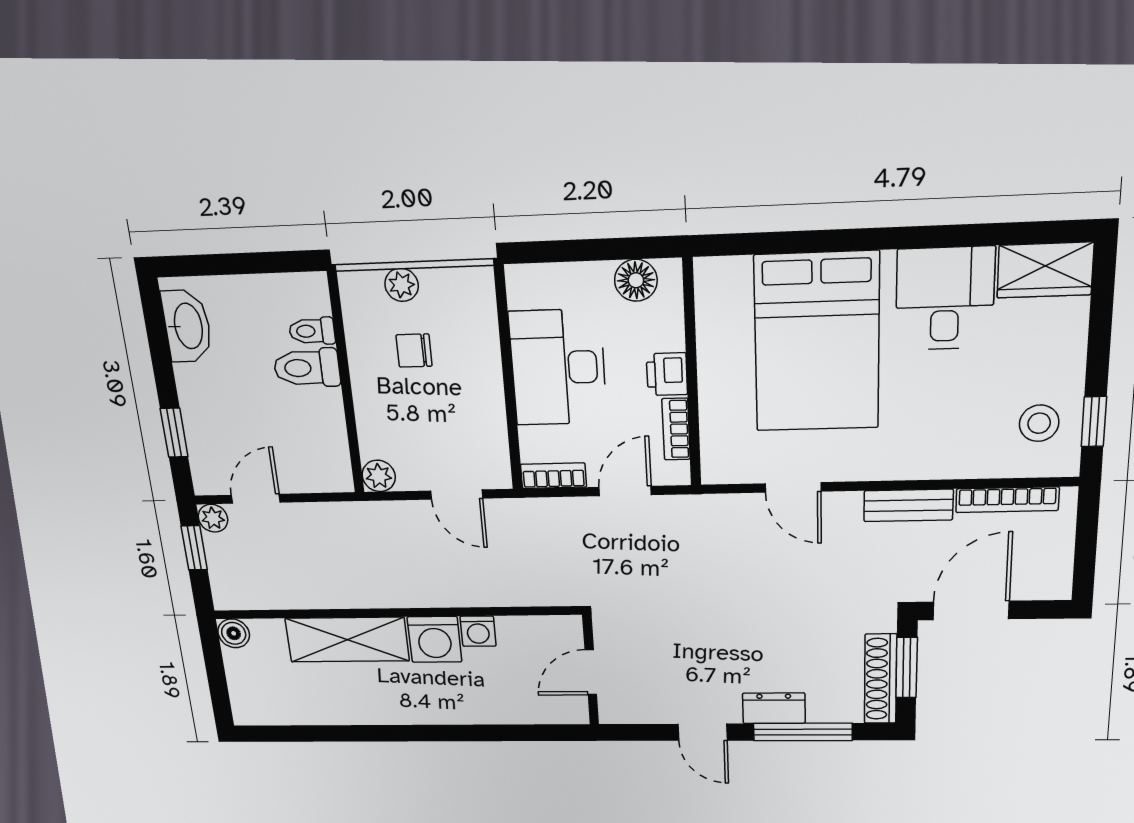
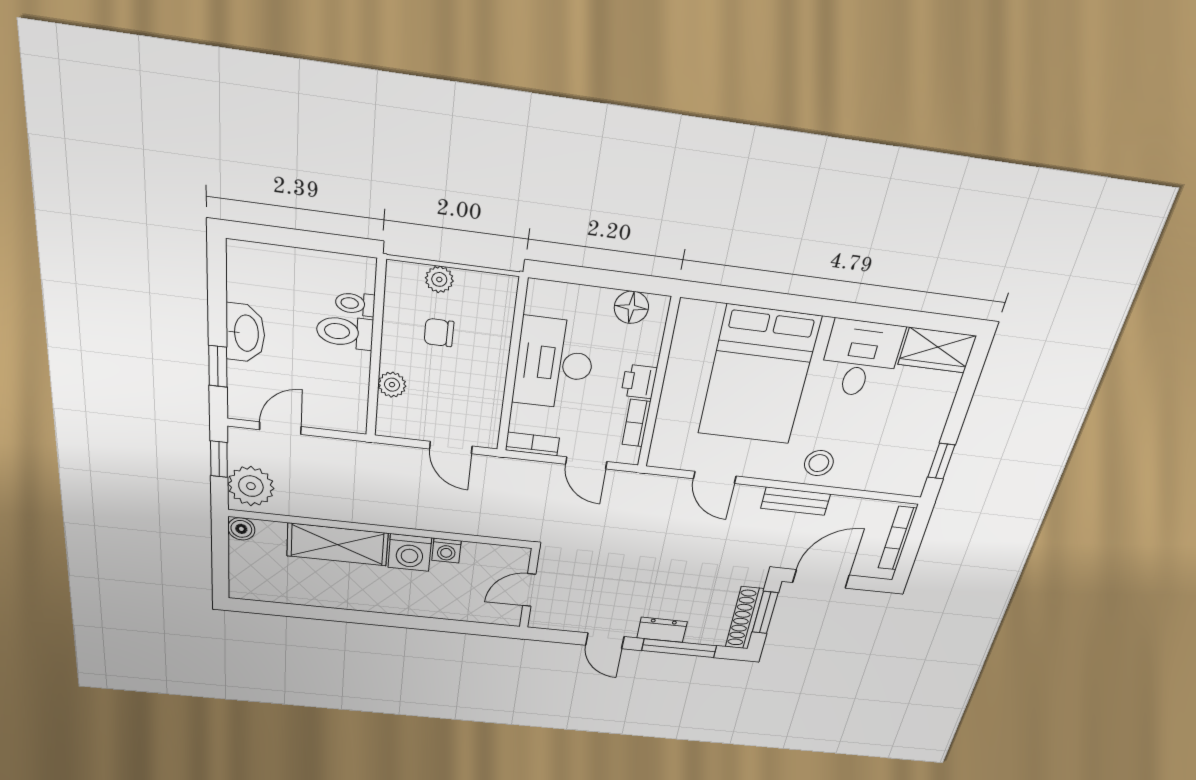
washbasin: (187, 326) -> (245, 333), moved
stool: (1039, 423) -> (819, 463), moved
plant: (379, 476) -> (392, 385), moved
door: (625, 491) -> (586, 463), swing flipped
bookcase: (1007, 500) -> (897, 538), moved, turned 90
plant: (213, 518) -> (251, 486), moved, width x1.88, depth x1.88

